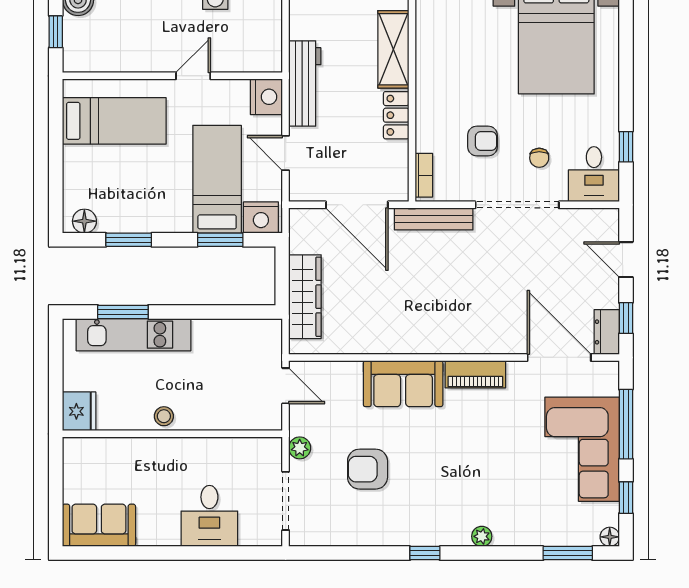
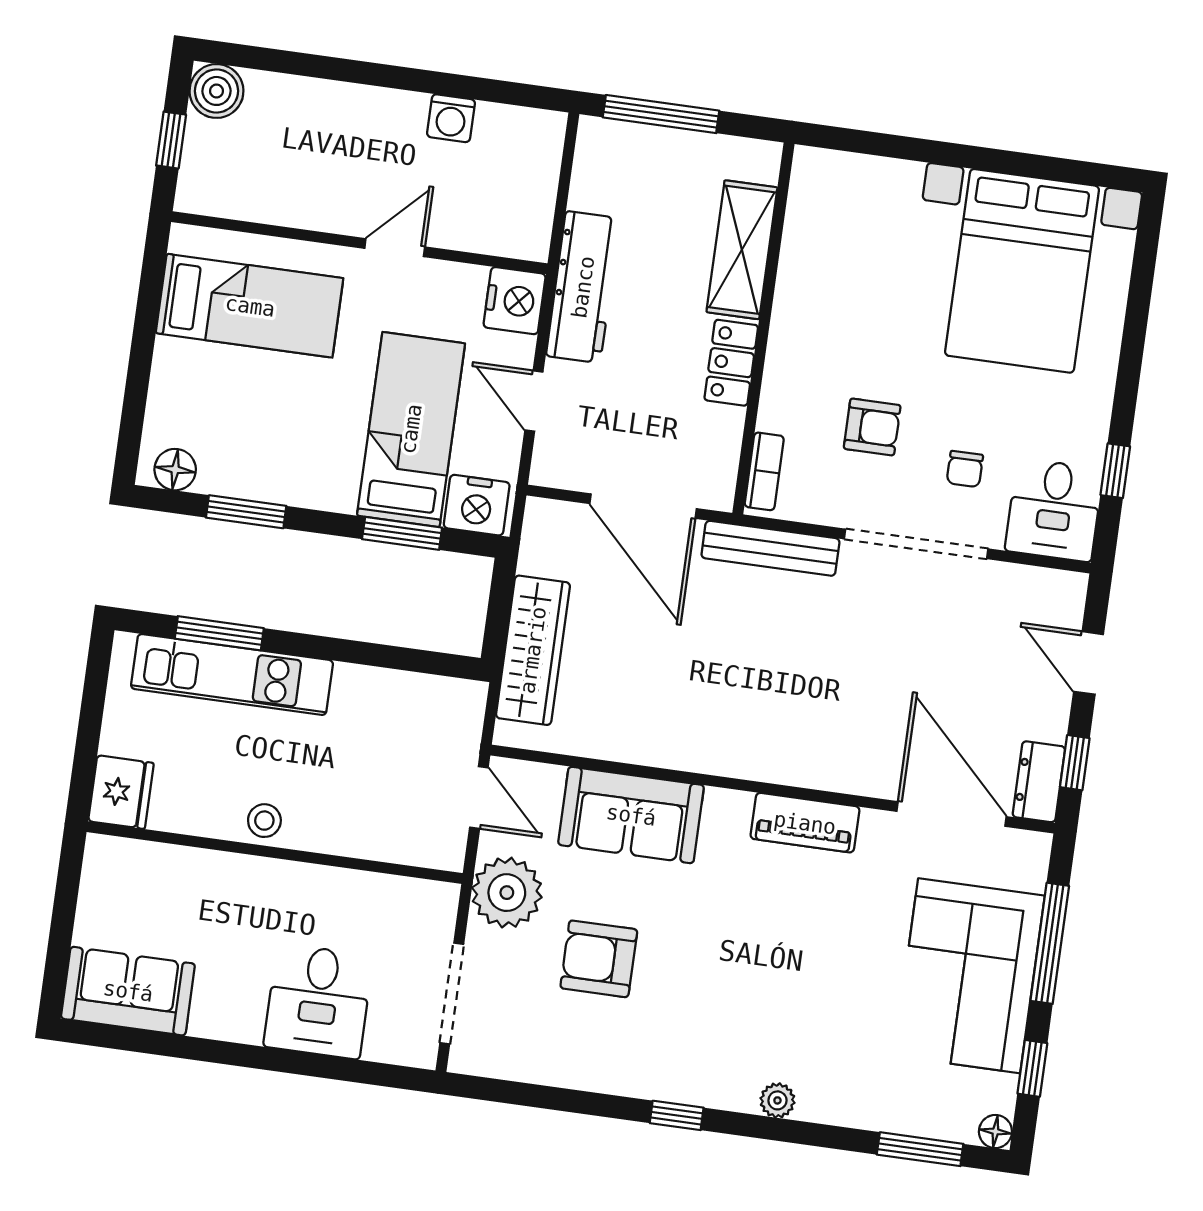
sofa: (403, 384) -> (631, 815), moved
plant: (300, 448) -> (507, 893), width x1.88, depth x1.88

